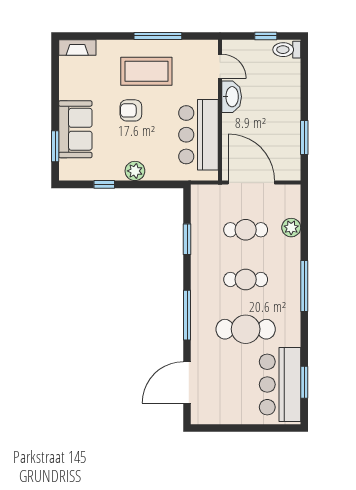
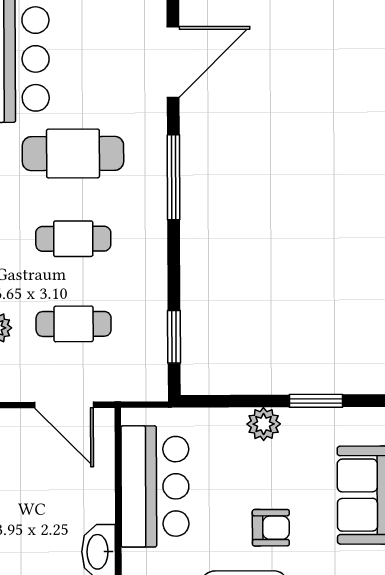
door: (251, 183) -> (64, 405), width x0.73
window: (104, 184) -> (316, 401), width x1.50
window: (187, 239) -> (174, 337), moved

